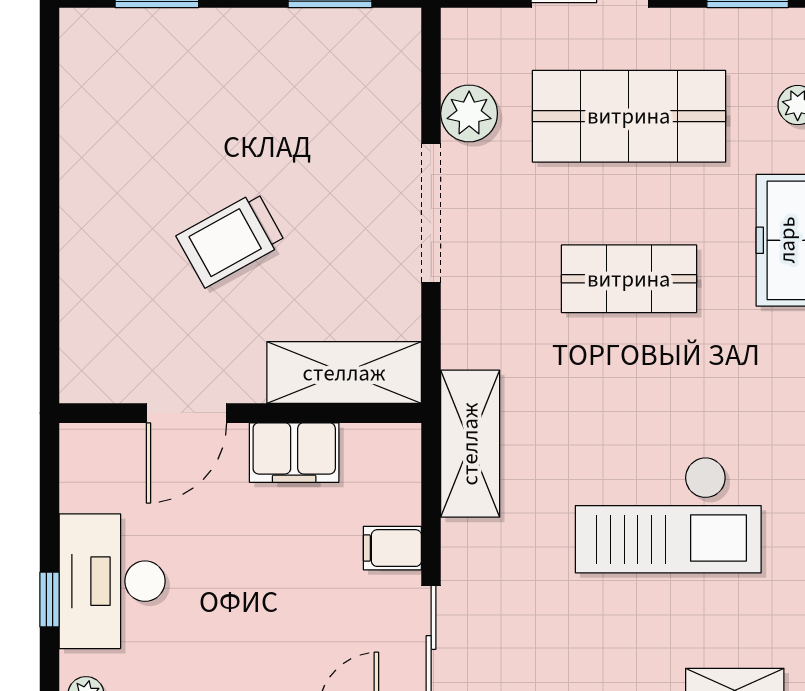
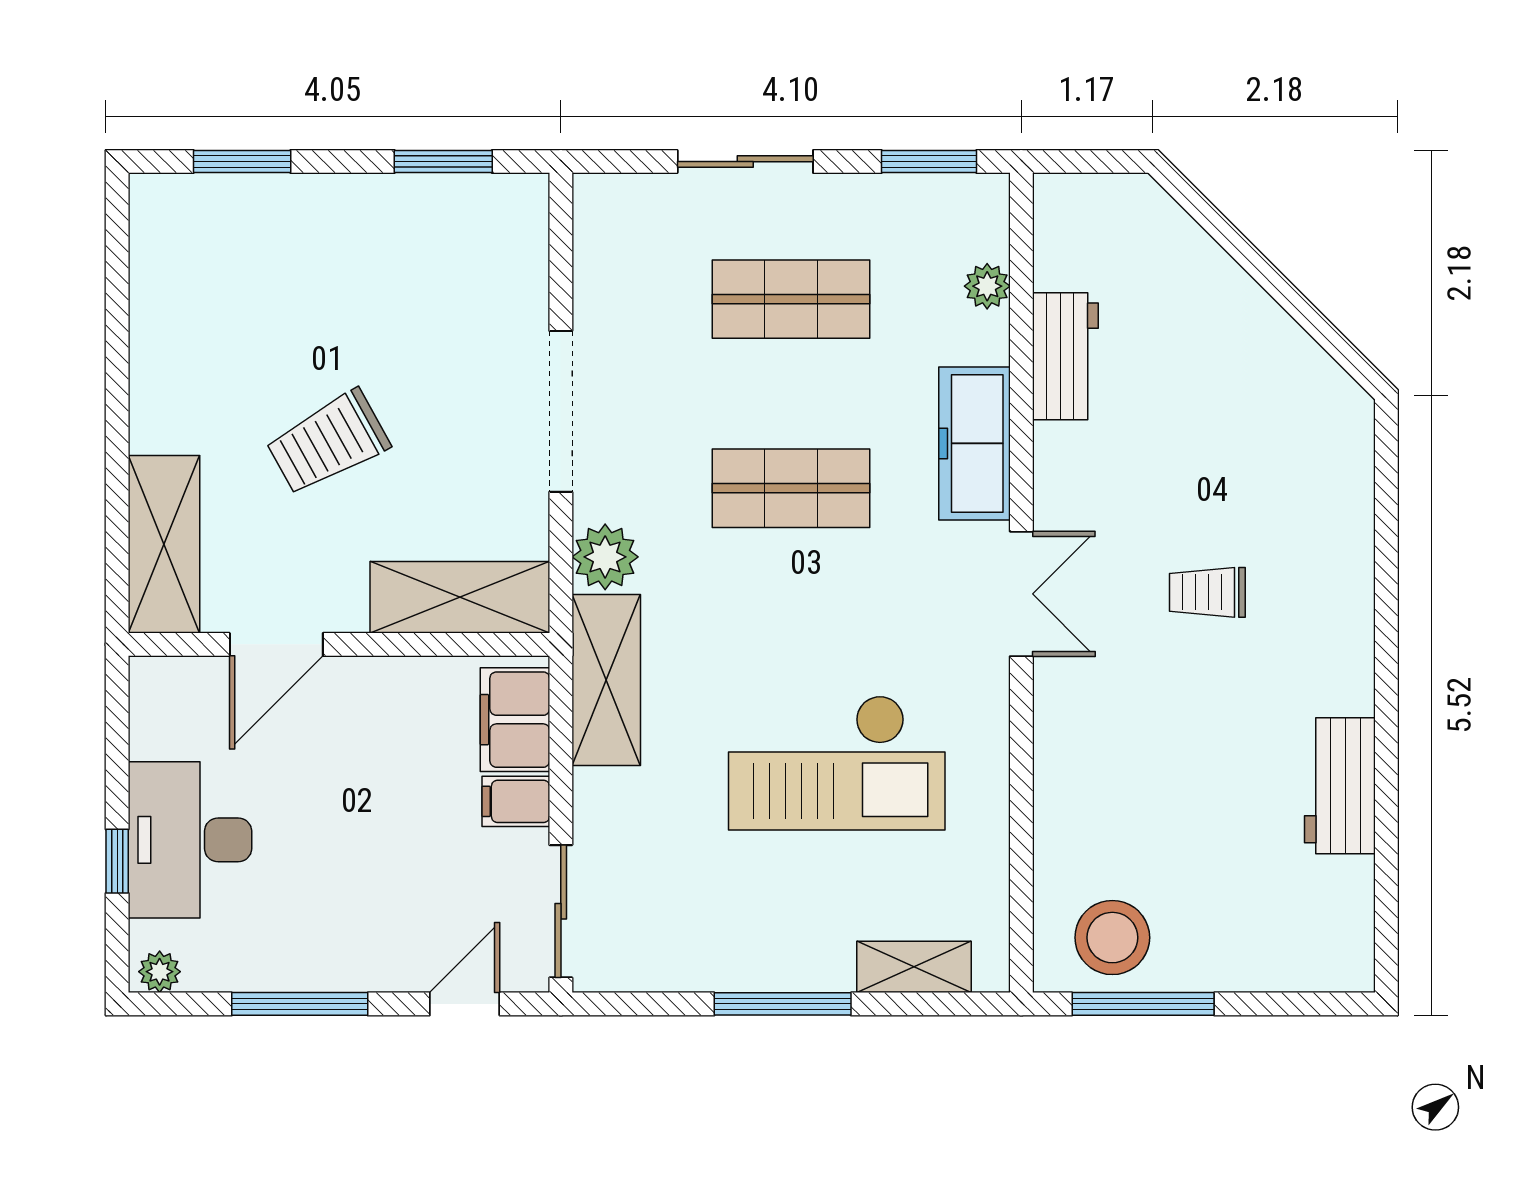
plant: (469, 113) -> (605, 557), moved
shop shelf: (629, 116) -> (791, 299), width x0.70, depth x0.74
shelving: (90, 327) -> (164, 544), added
filing cabinet: (294, 453) -> (515, 720), moved, turned 90

